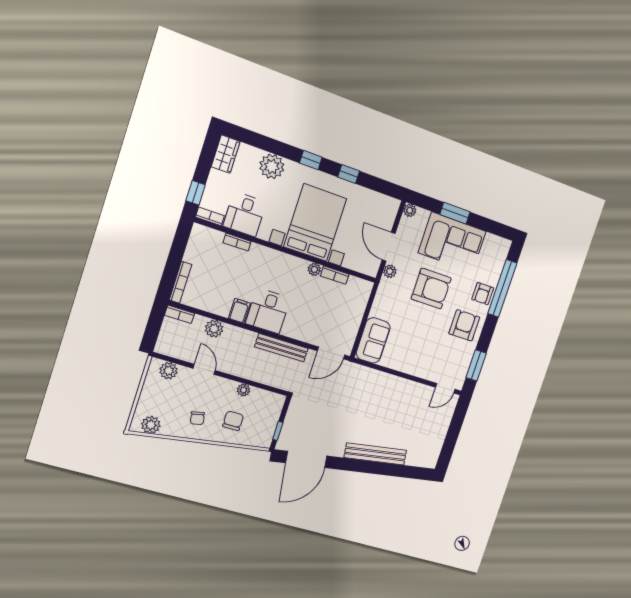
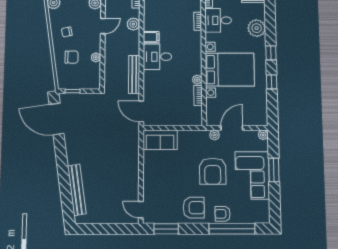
bench: (375, 454) -> (77, 190), moved

